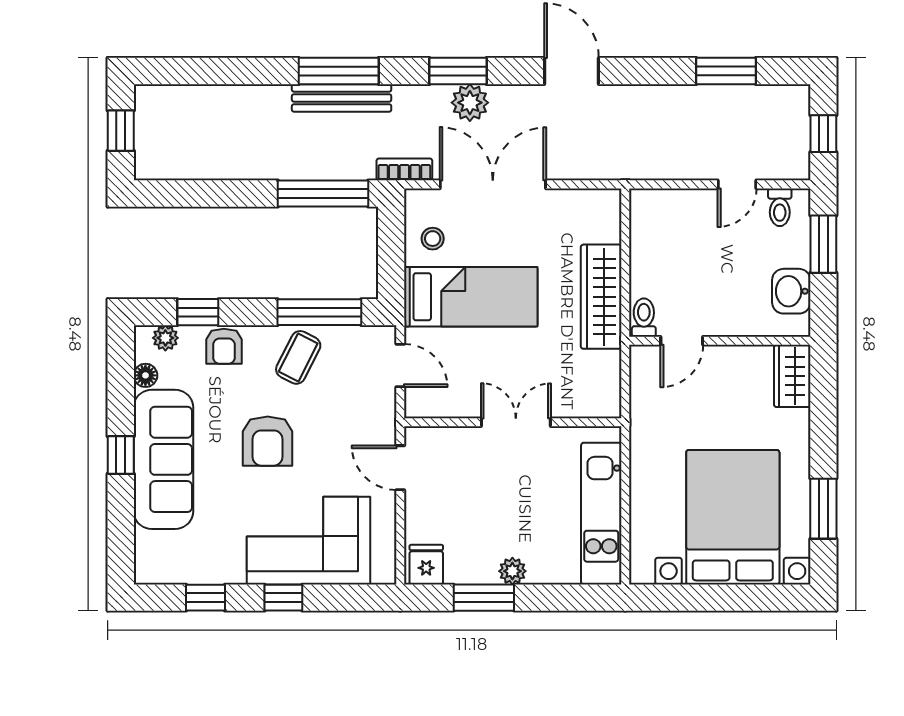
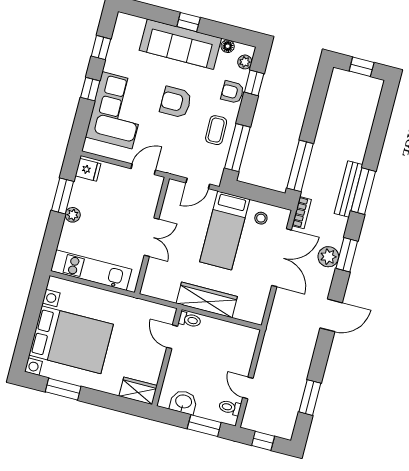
coffee table: (298, 357) -> (216, 130), turned 62

